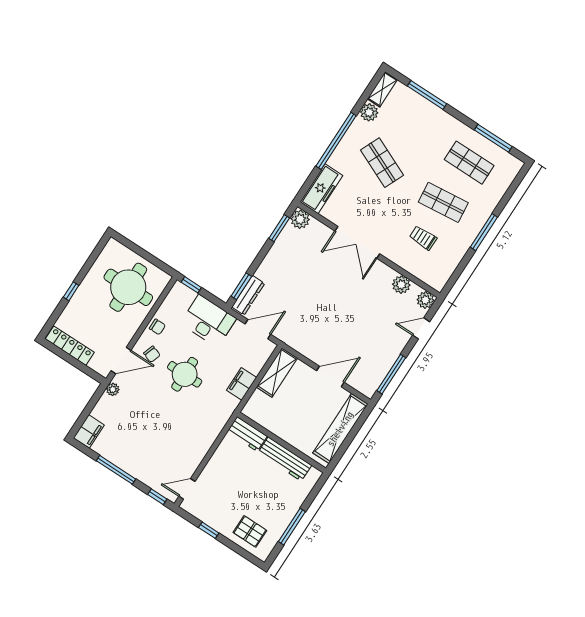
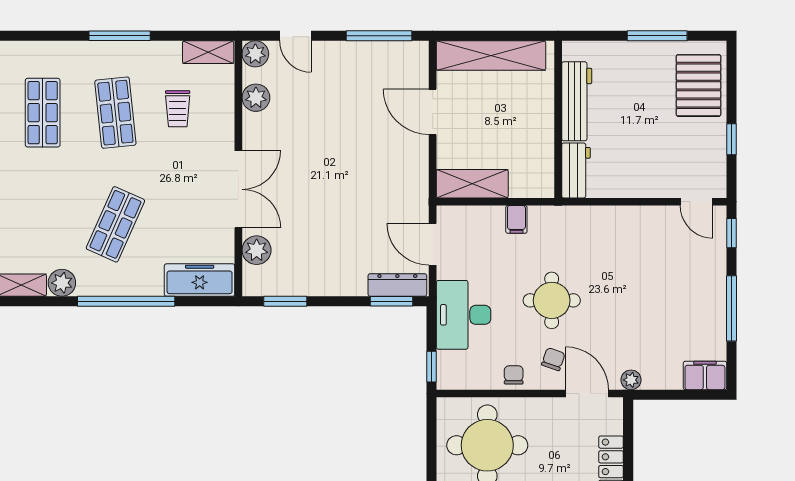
plant: (300, 219) -> (257, 250), moved
shelving: (443, 275) -> (208, 52), added
filing cabinet: (242, 384) -> (516, 219), width x0.50
pallet: (250, 531) -> (699, 85), width x1.50, depth x1.42

